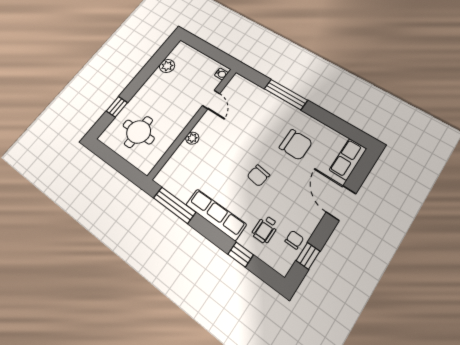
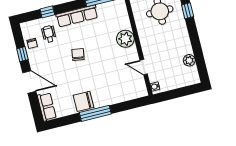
window: (286, 94) -> (95, 113), moved
plant: (192, 138) -> (125, 39), width x1.88, depth x1.88
chair: (296, 145) -> (84, 101), moved
window: (308, 256) -> (22, 54), moved

